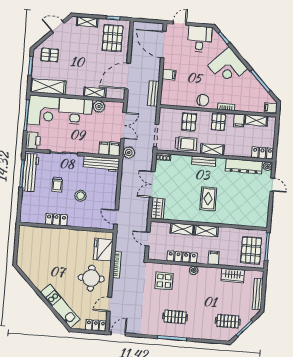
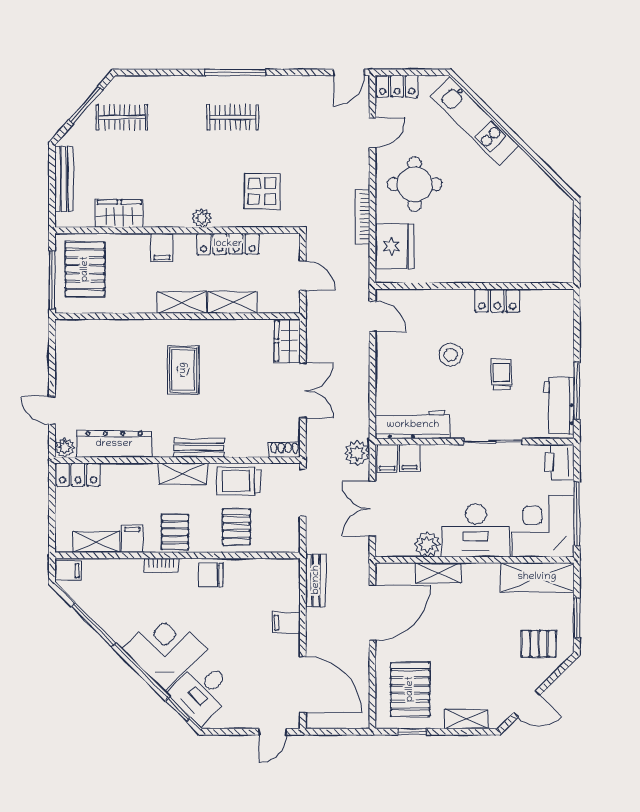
desk: (200, 39) -> (202, 692), moved, turned 45
workbench: (31, 172) -> (559, 406), width x0.73

